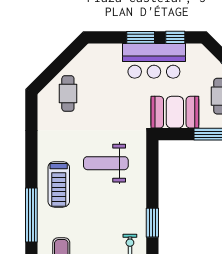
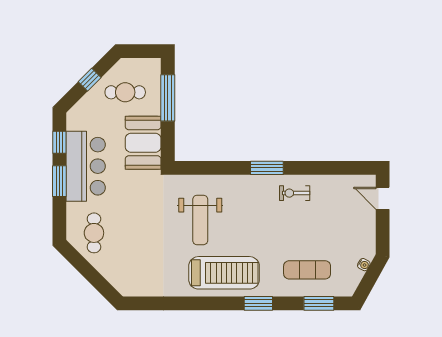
cafe table: (68, 93) -> (94, 233), moved, turned 90
treadmill: (59, 184) -> (224, 273), width x1.37, depth x1.38
window: (31, 215) -> (258, 303), width x0.47

